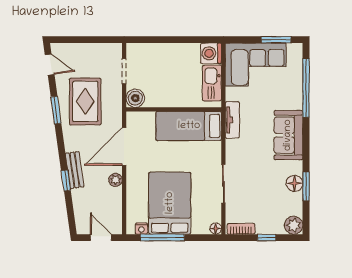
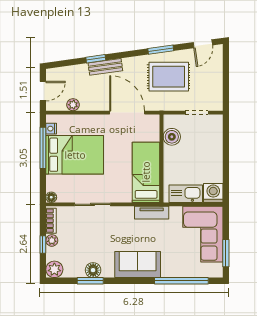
boiler: (135, 98) -> (172, 137), moved
plant: (116, 180) -> (73, 105), moved
plant: (262, 228) -> (52, 240), added

